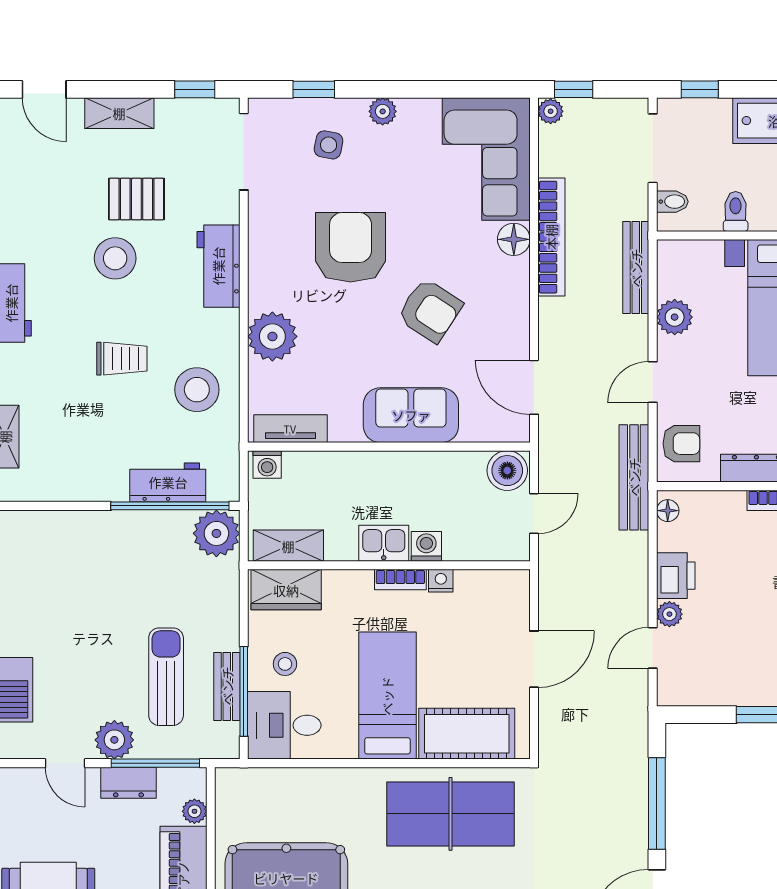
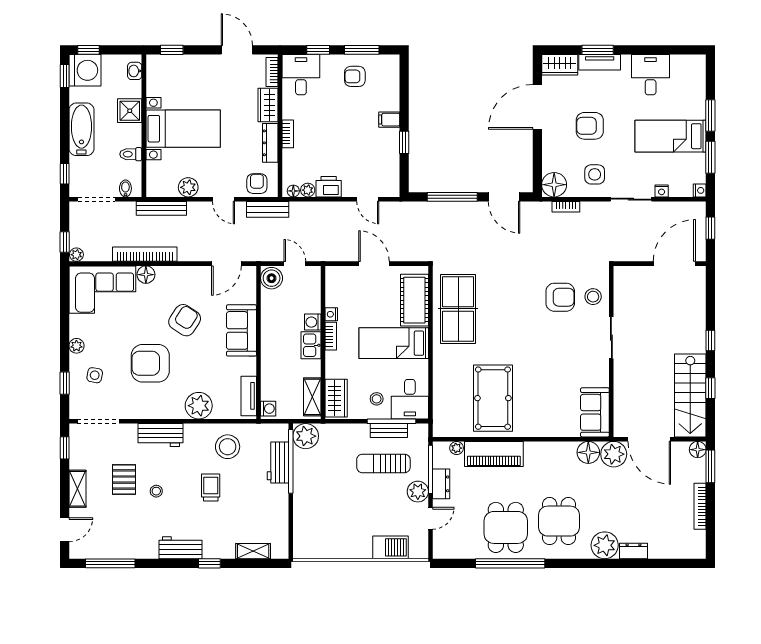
stool: (115, 258) -> (156, 491), width x0.53, depth x0.53
bench: (634, 477) -> (268, 209), width x0.73
plant: (669, 614) -> (308, 190), moved

